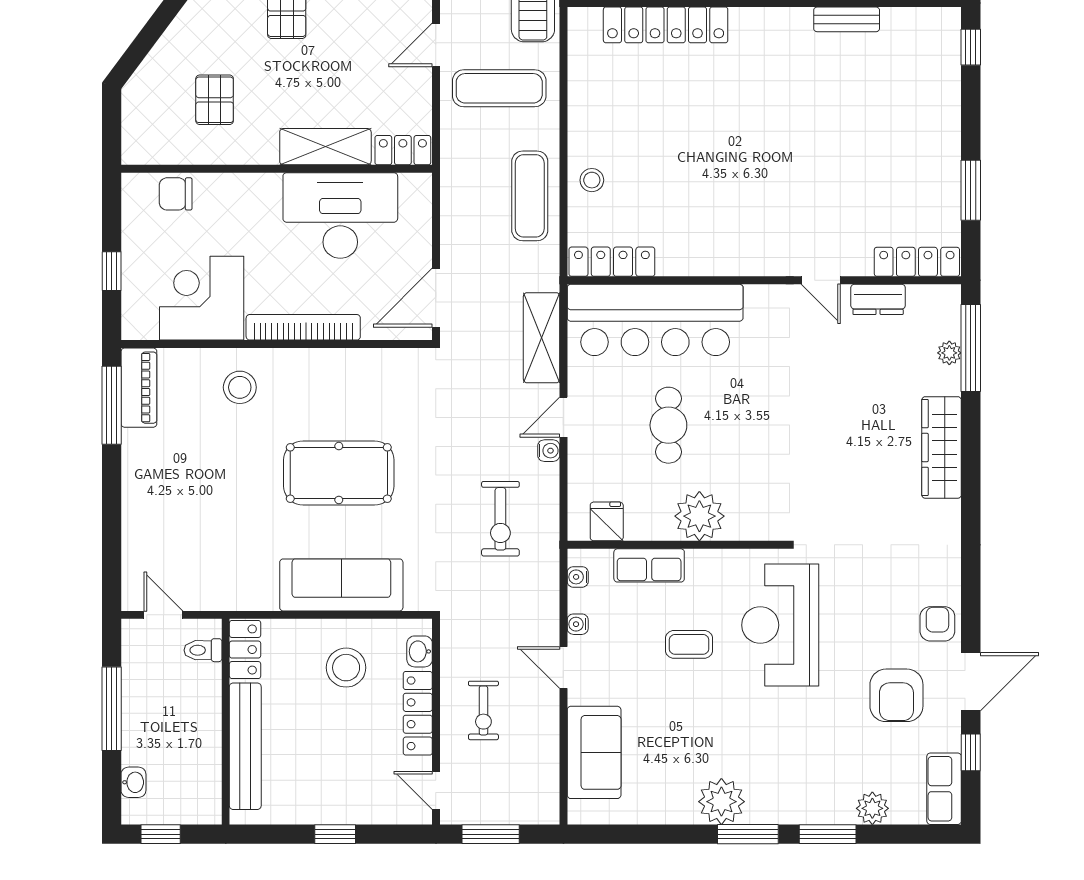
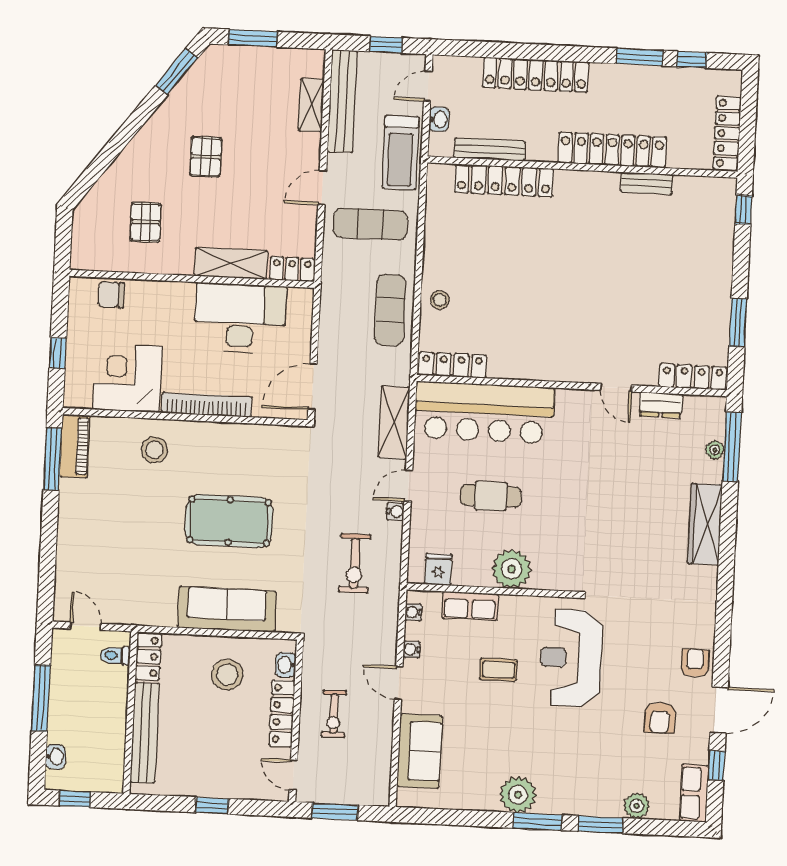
cafe table: (668, 425) -> (491, 496), turned 90
armchair: (896, 695) -> (660, 718), width x0.72, depth x0.72

